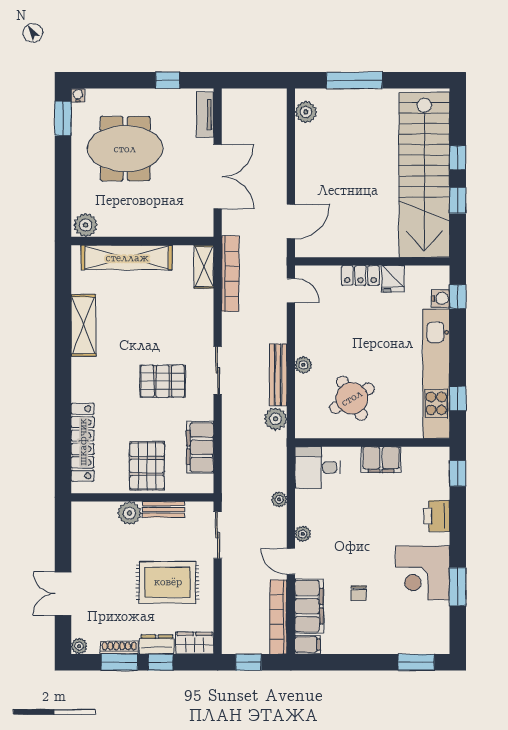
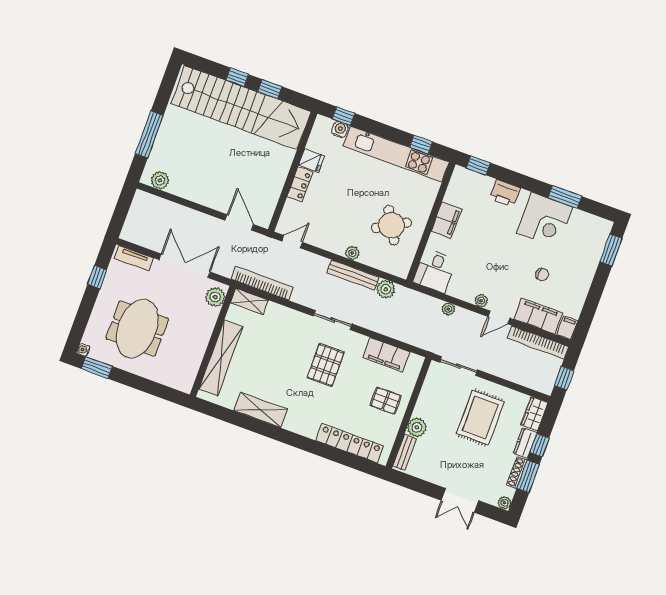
plant: (86, 225) -> (215, 297), moved
pallet: (147, 466) -> (386, 401), width x0.67, depth x0.71
bench: (164, 509) -> (405, 452), moved

